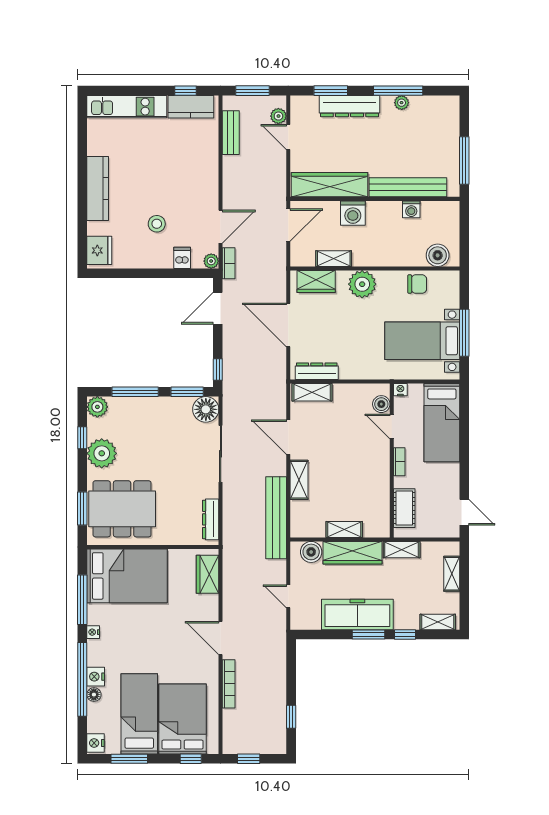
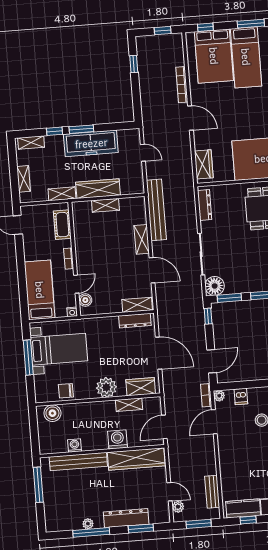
door: (392, 426) -> (76, 284), hinge flipped
boiler: (311, 552) -> (129, 187), removed

